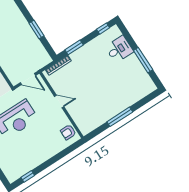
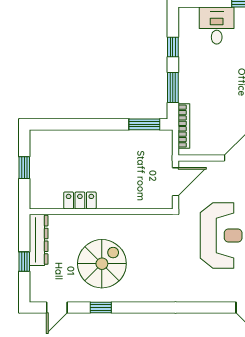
window: (36, 29) -> (144, 124), moved
window: (103, 29) -> (173, 47), moved

